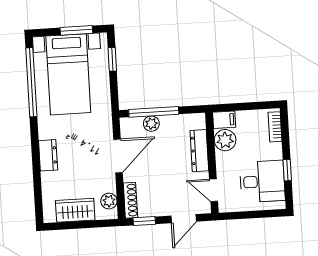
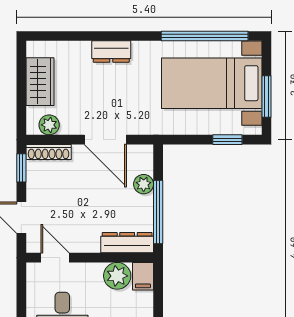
window: (154, 112) -> (158, 212), moved
dresser: (199, 151) -> (127, 243), moved
door: (214, 190) -> (55, 258), hinge flipped

